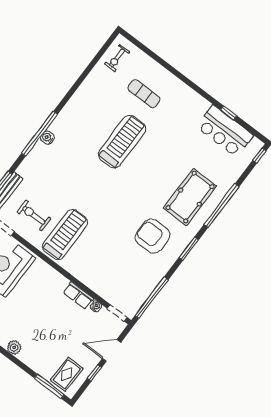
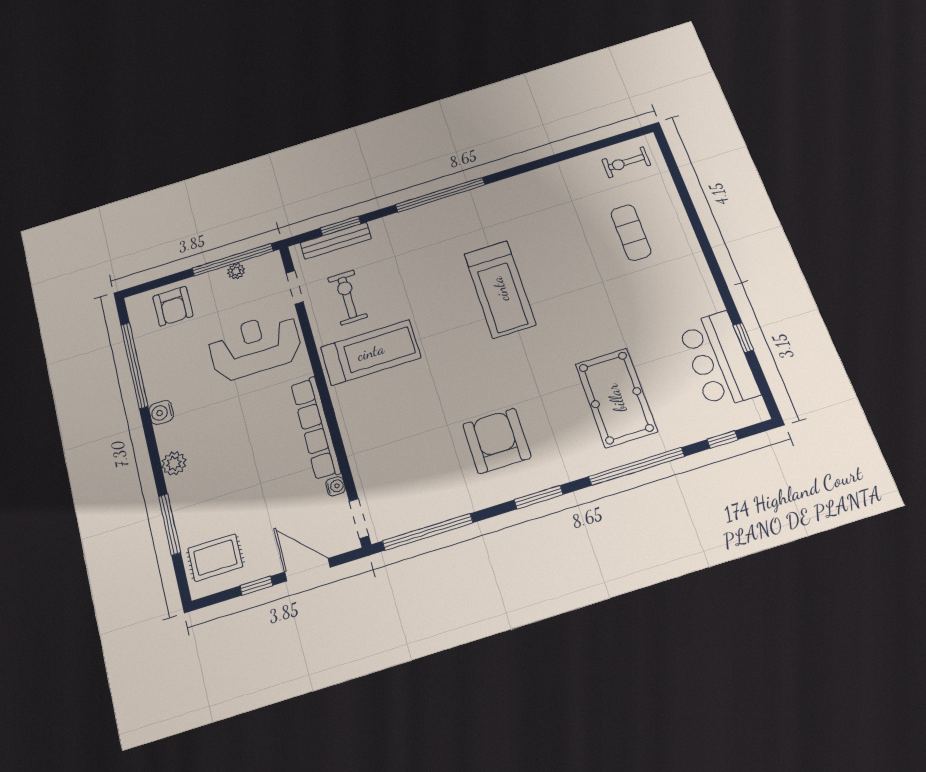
water cooler: (47, 138) -> (447, 206), removed
treadmill: (122, 142) -> (500, 289), moved, turned 90
window: (259, 156) -> (722, 440), moved
pool table: (190, 197) -> (616, 398), moved, turned 90
row of seats: (78, 296) -> (316, 428), width x2.02
window: (49, 386) -> (170, 524), moved

